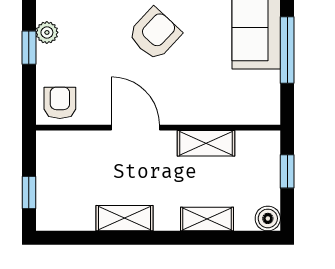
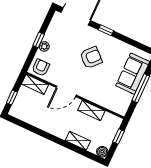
plant: (47, 32) -> (44, 46), moved
door: (135, 128) -> (66, 91), swing flipped
shelving: (124, 218) -> (35, 84), moved

